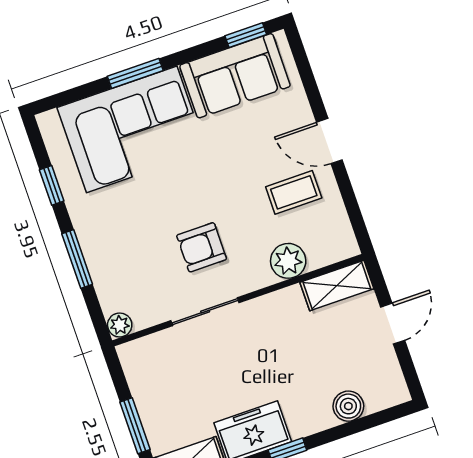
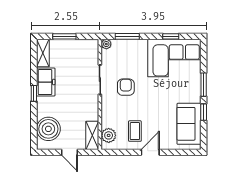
window: (246, 35) -> (204, 112), moved
corner sofa: (132, 129) -> (174, 58), moved, turned -90
window: (77, 259) -> (127, 36), moved
plant: (288, 261) -> (109, 135), moved
boiler: (348, 406) -> (48, 129), width x1.86, depth x1.86

